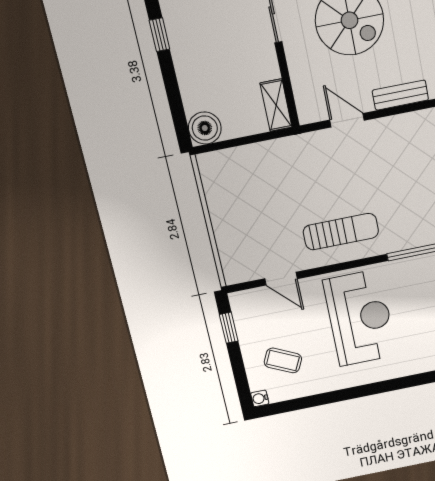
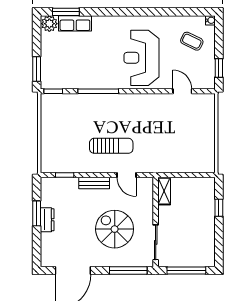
window: (159, 35) -> (219, 208), moved
boiler: (205, 128) -> (206, 186), removed
sun lounger: (341, 232) -> (111, 146), moved, turned 180

